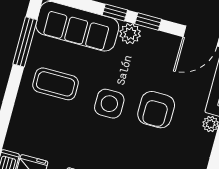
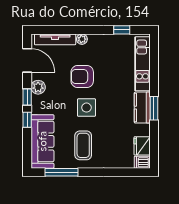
plant: (130, 34) -> (38, 87), moved
armchair: (156, 110) -> (82, 77), turned 180

